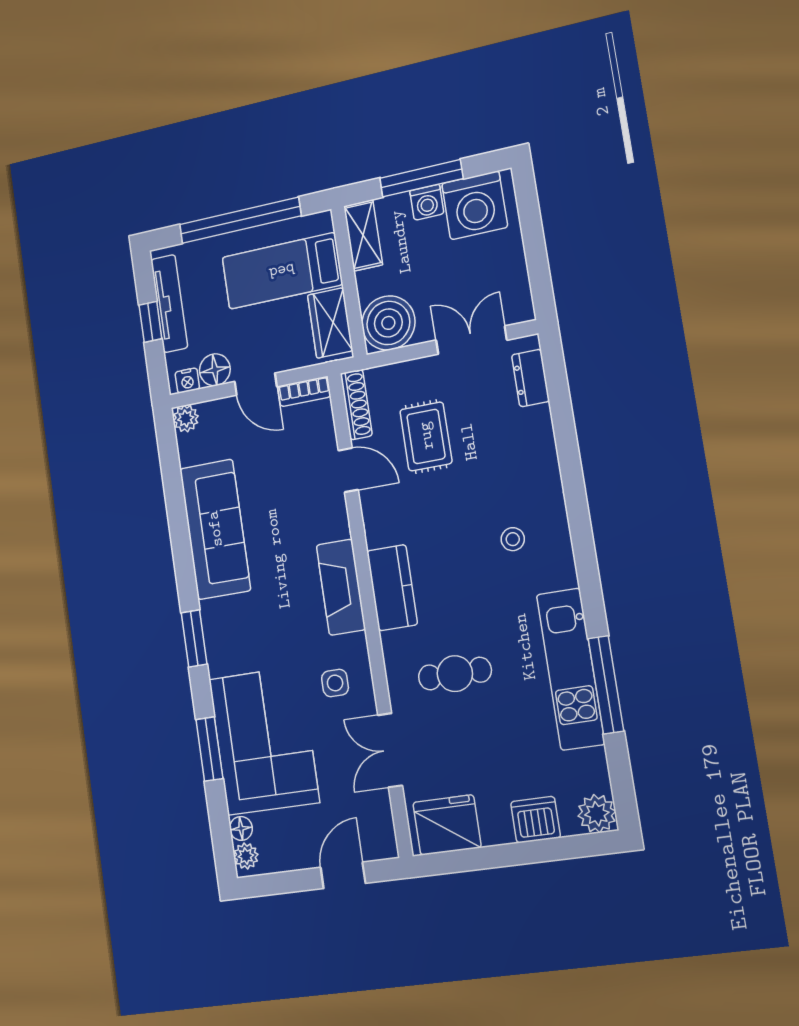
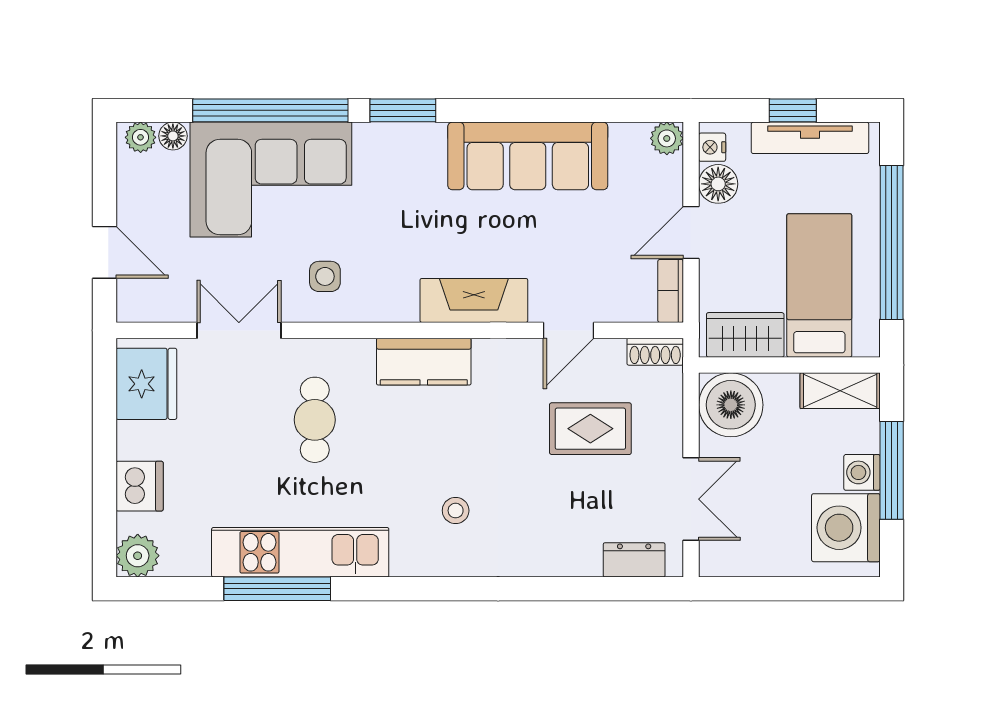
shoe rack: (356, 405) -> (655, 352), width x0.70
fireplace: (341, 587) -> (474, 300), moved
window: (209, 749) -> (270, 110), width x2.11

